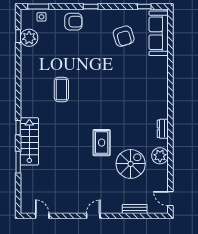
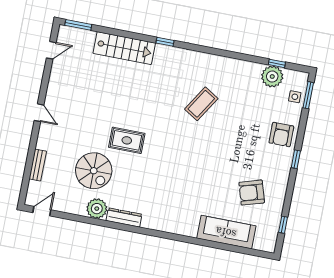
sofa: (159, 33) -> (226, 232), moved
coffee table: (61, 90) -> (201, 104), turned -58
dresser: (163, 129) -> (124, 217), width x1.44
stairs: (29, 141) -> (124, 48), moved
window: (18, 162) -> (78, 25), moved

